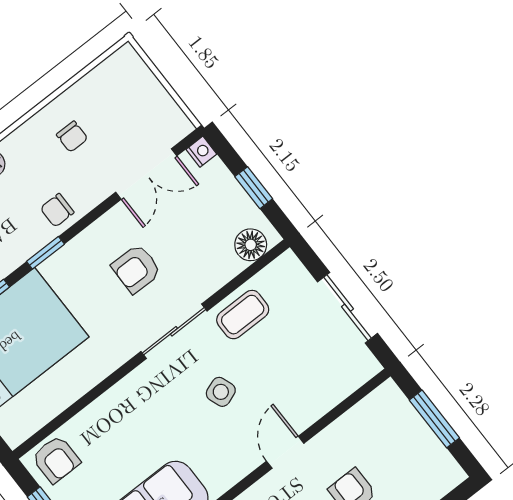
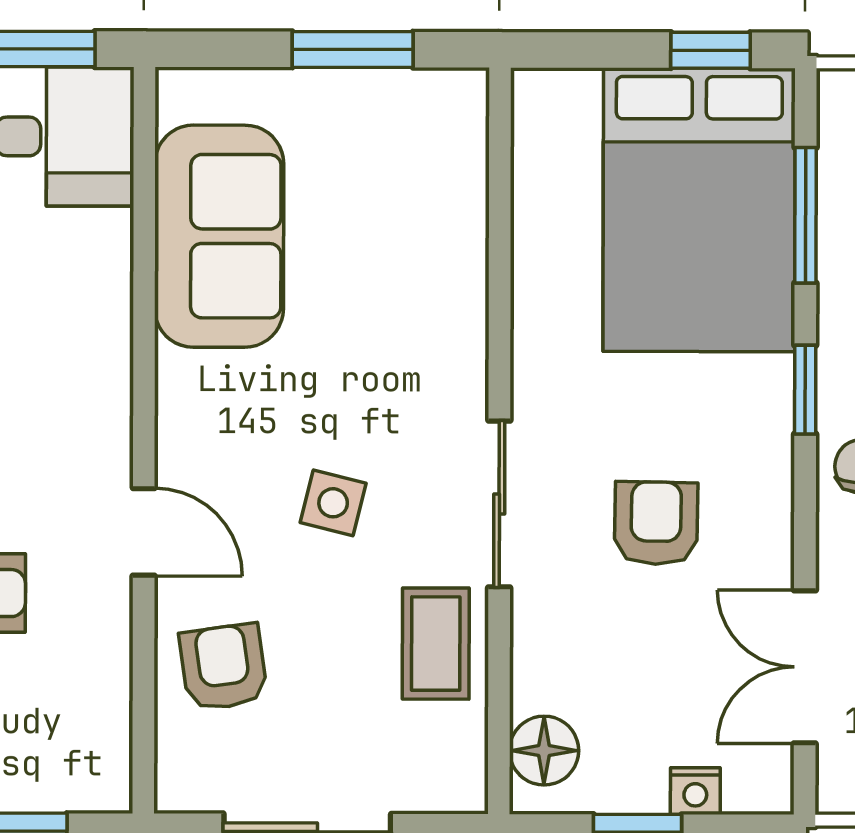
nightstand: (201, 152) -> (695, 791), moved
side table: (221, 392) -> (333, 503), turned 34
armchair: (56, 459) -> (223, 667), moved, turned 82

